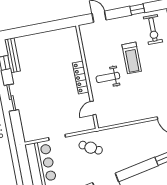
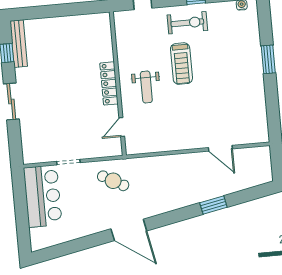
exercise bike: (153, 29) -> (187, 23), moved, turned -90
weight bench: (108, 77) -> (146, 87), turned -90

